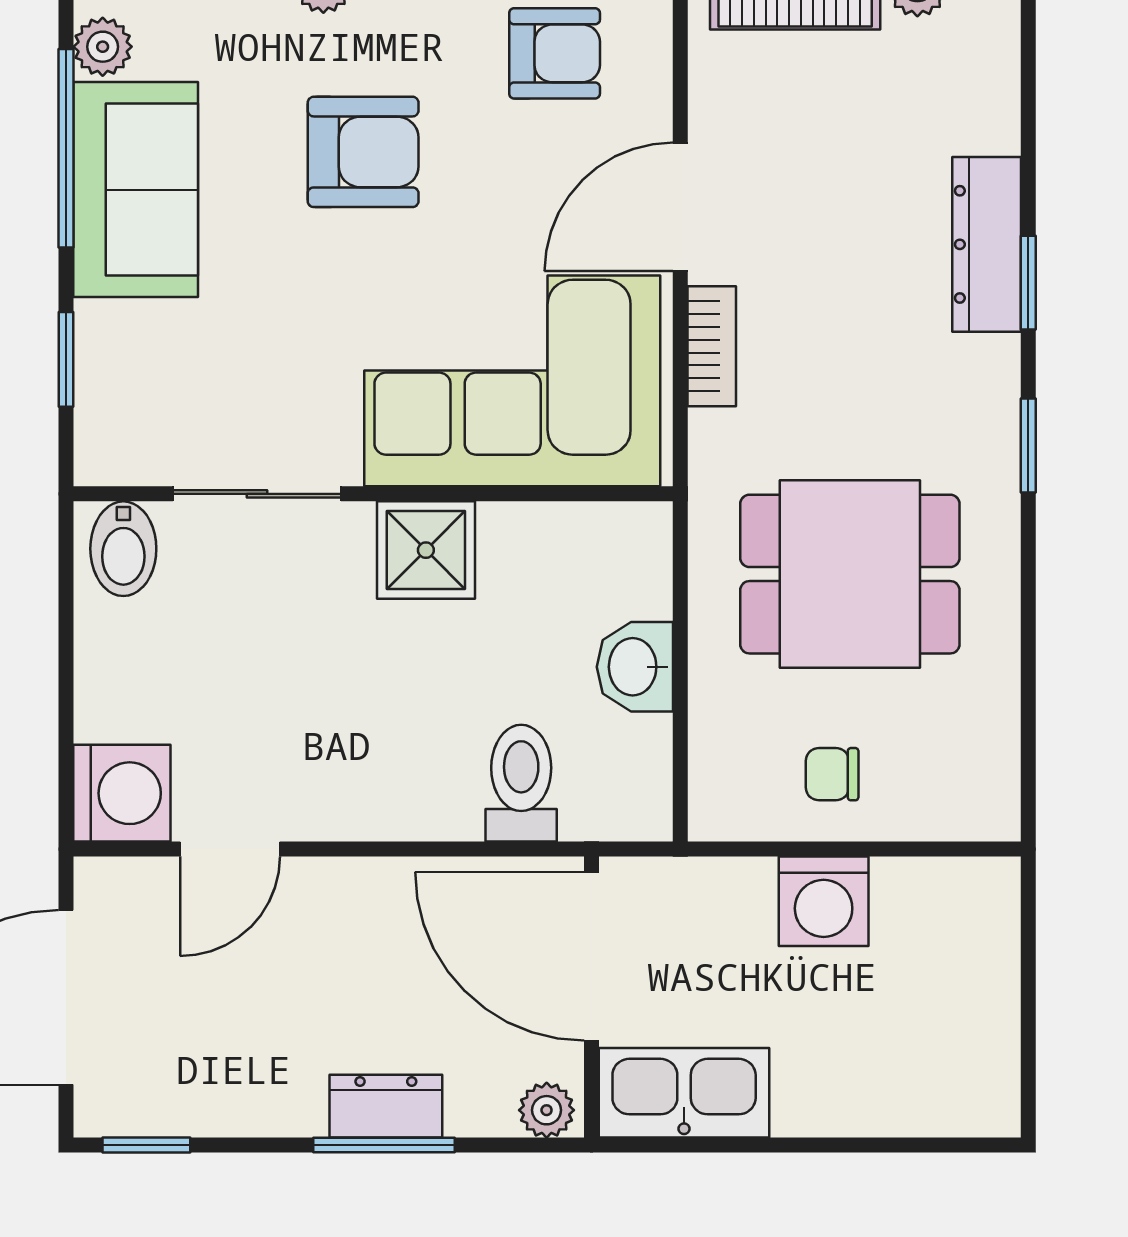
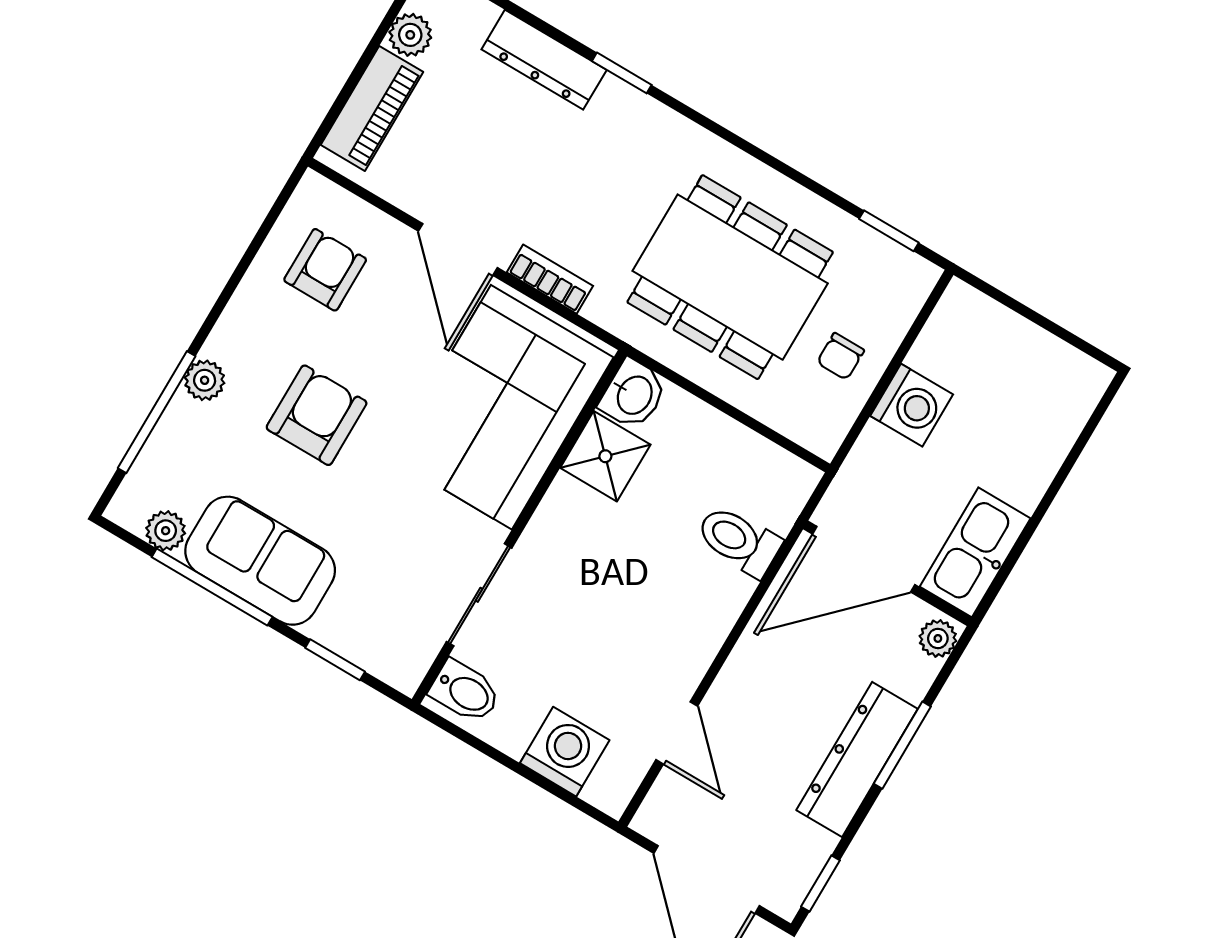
dresser: (987, 244) -> (544, 60), moved
window: (1028, 445) -> (889, 231), moved
shower: (426, 550) -> (605, 456), moved
dining table: (850, 574) -> (730, 277), width x1.37
washbasin: (635, 667) -> (633, 394), moved, turned -90
washing machine: (122, 793) -> (565, 752), moved
dresser: (386, 1106) -> (857, 759), width x1.96, depth x1.24

